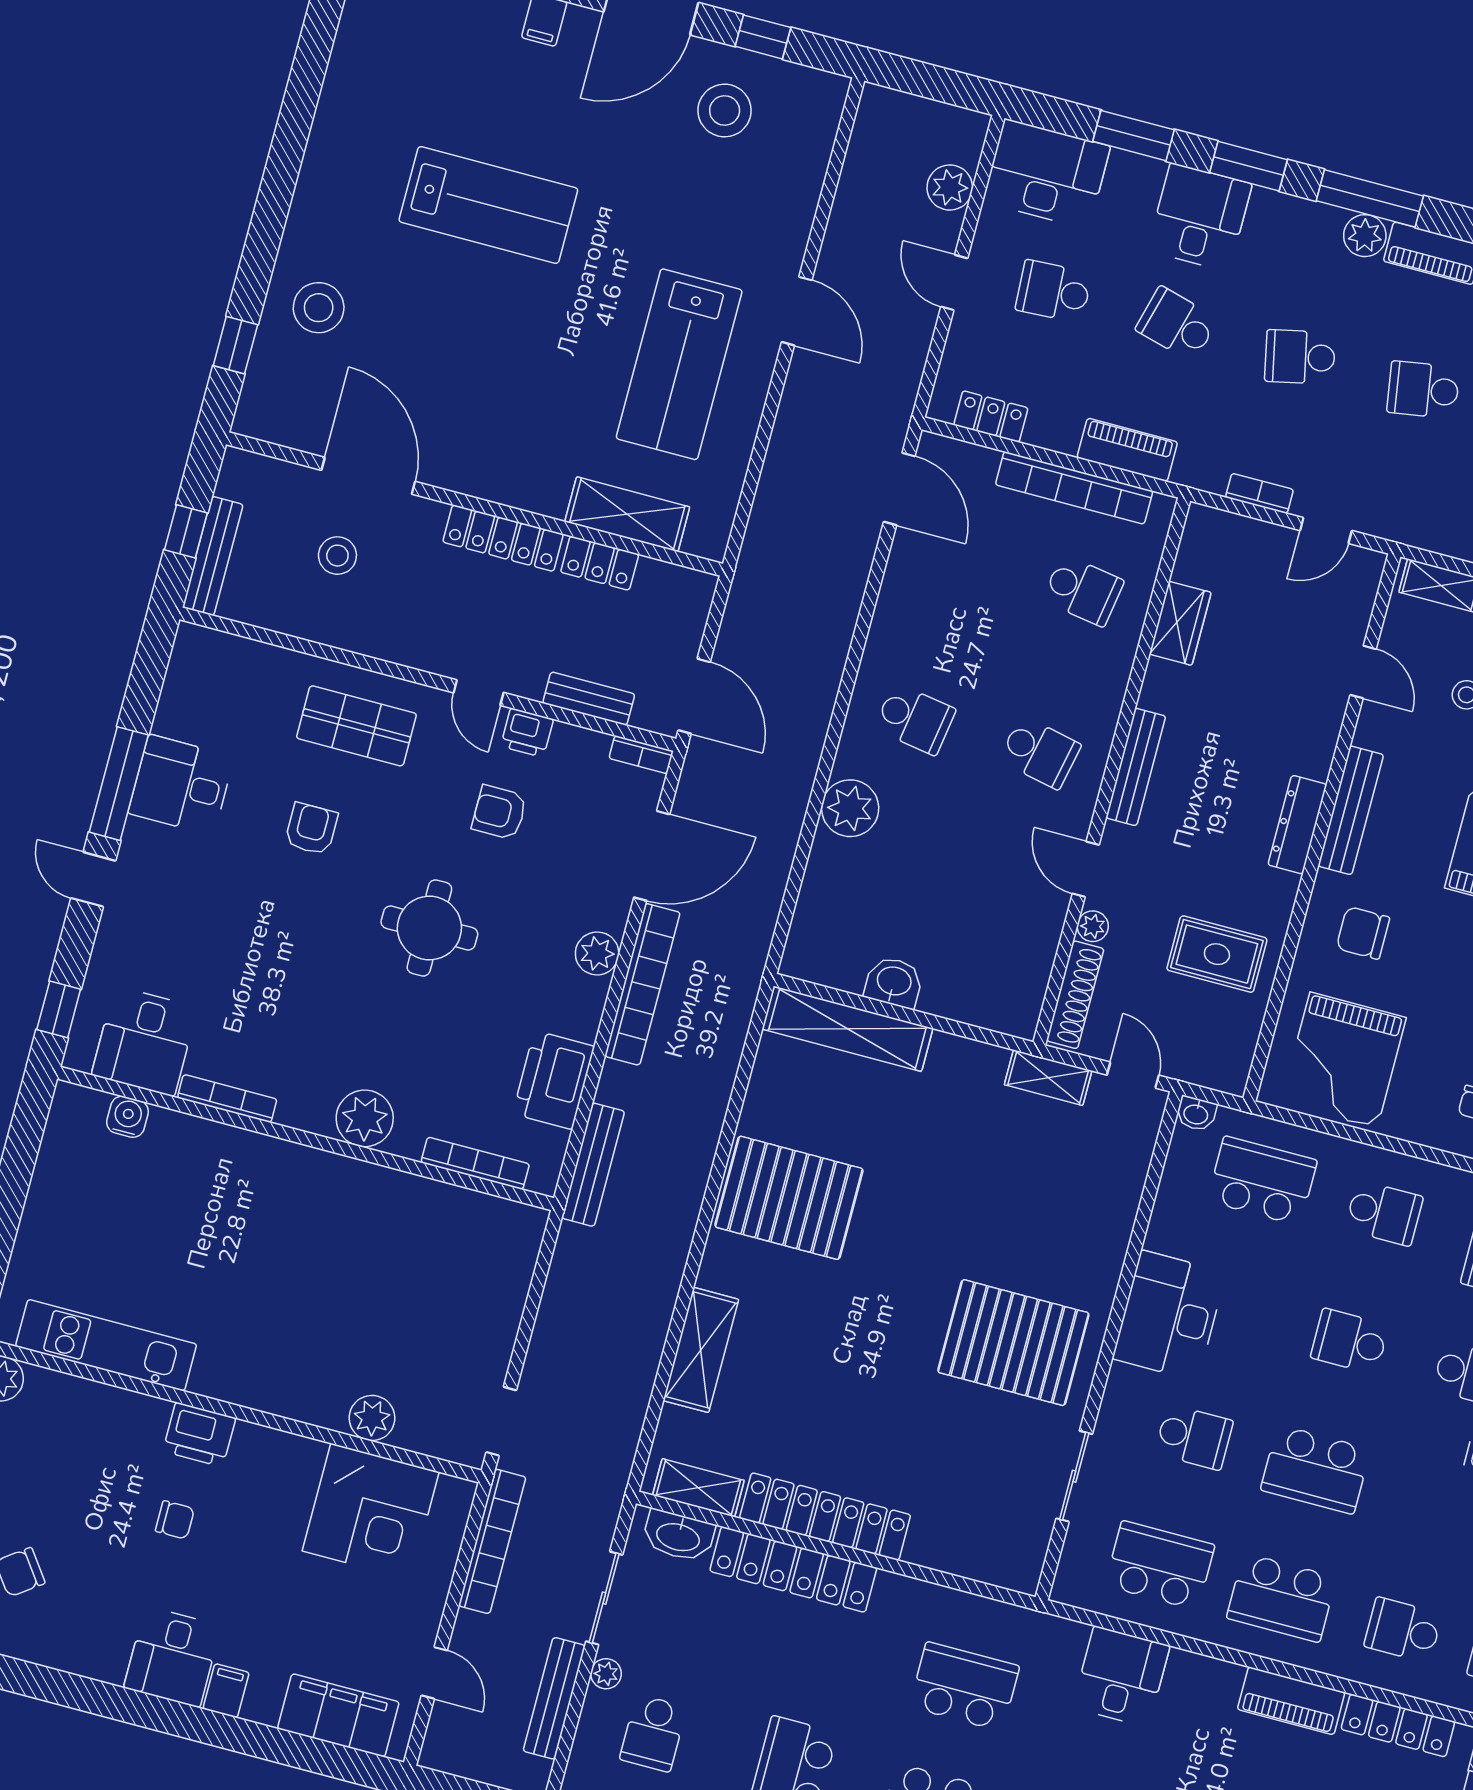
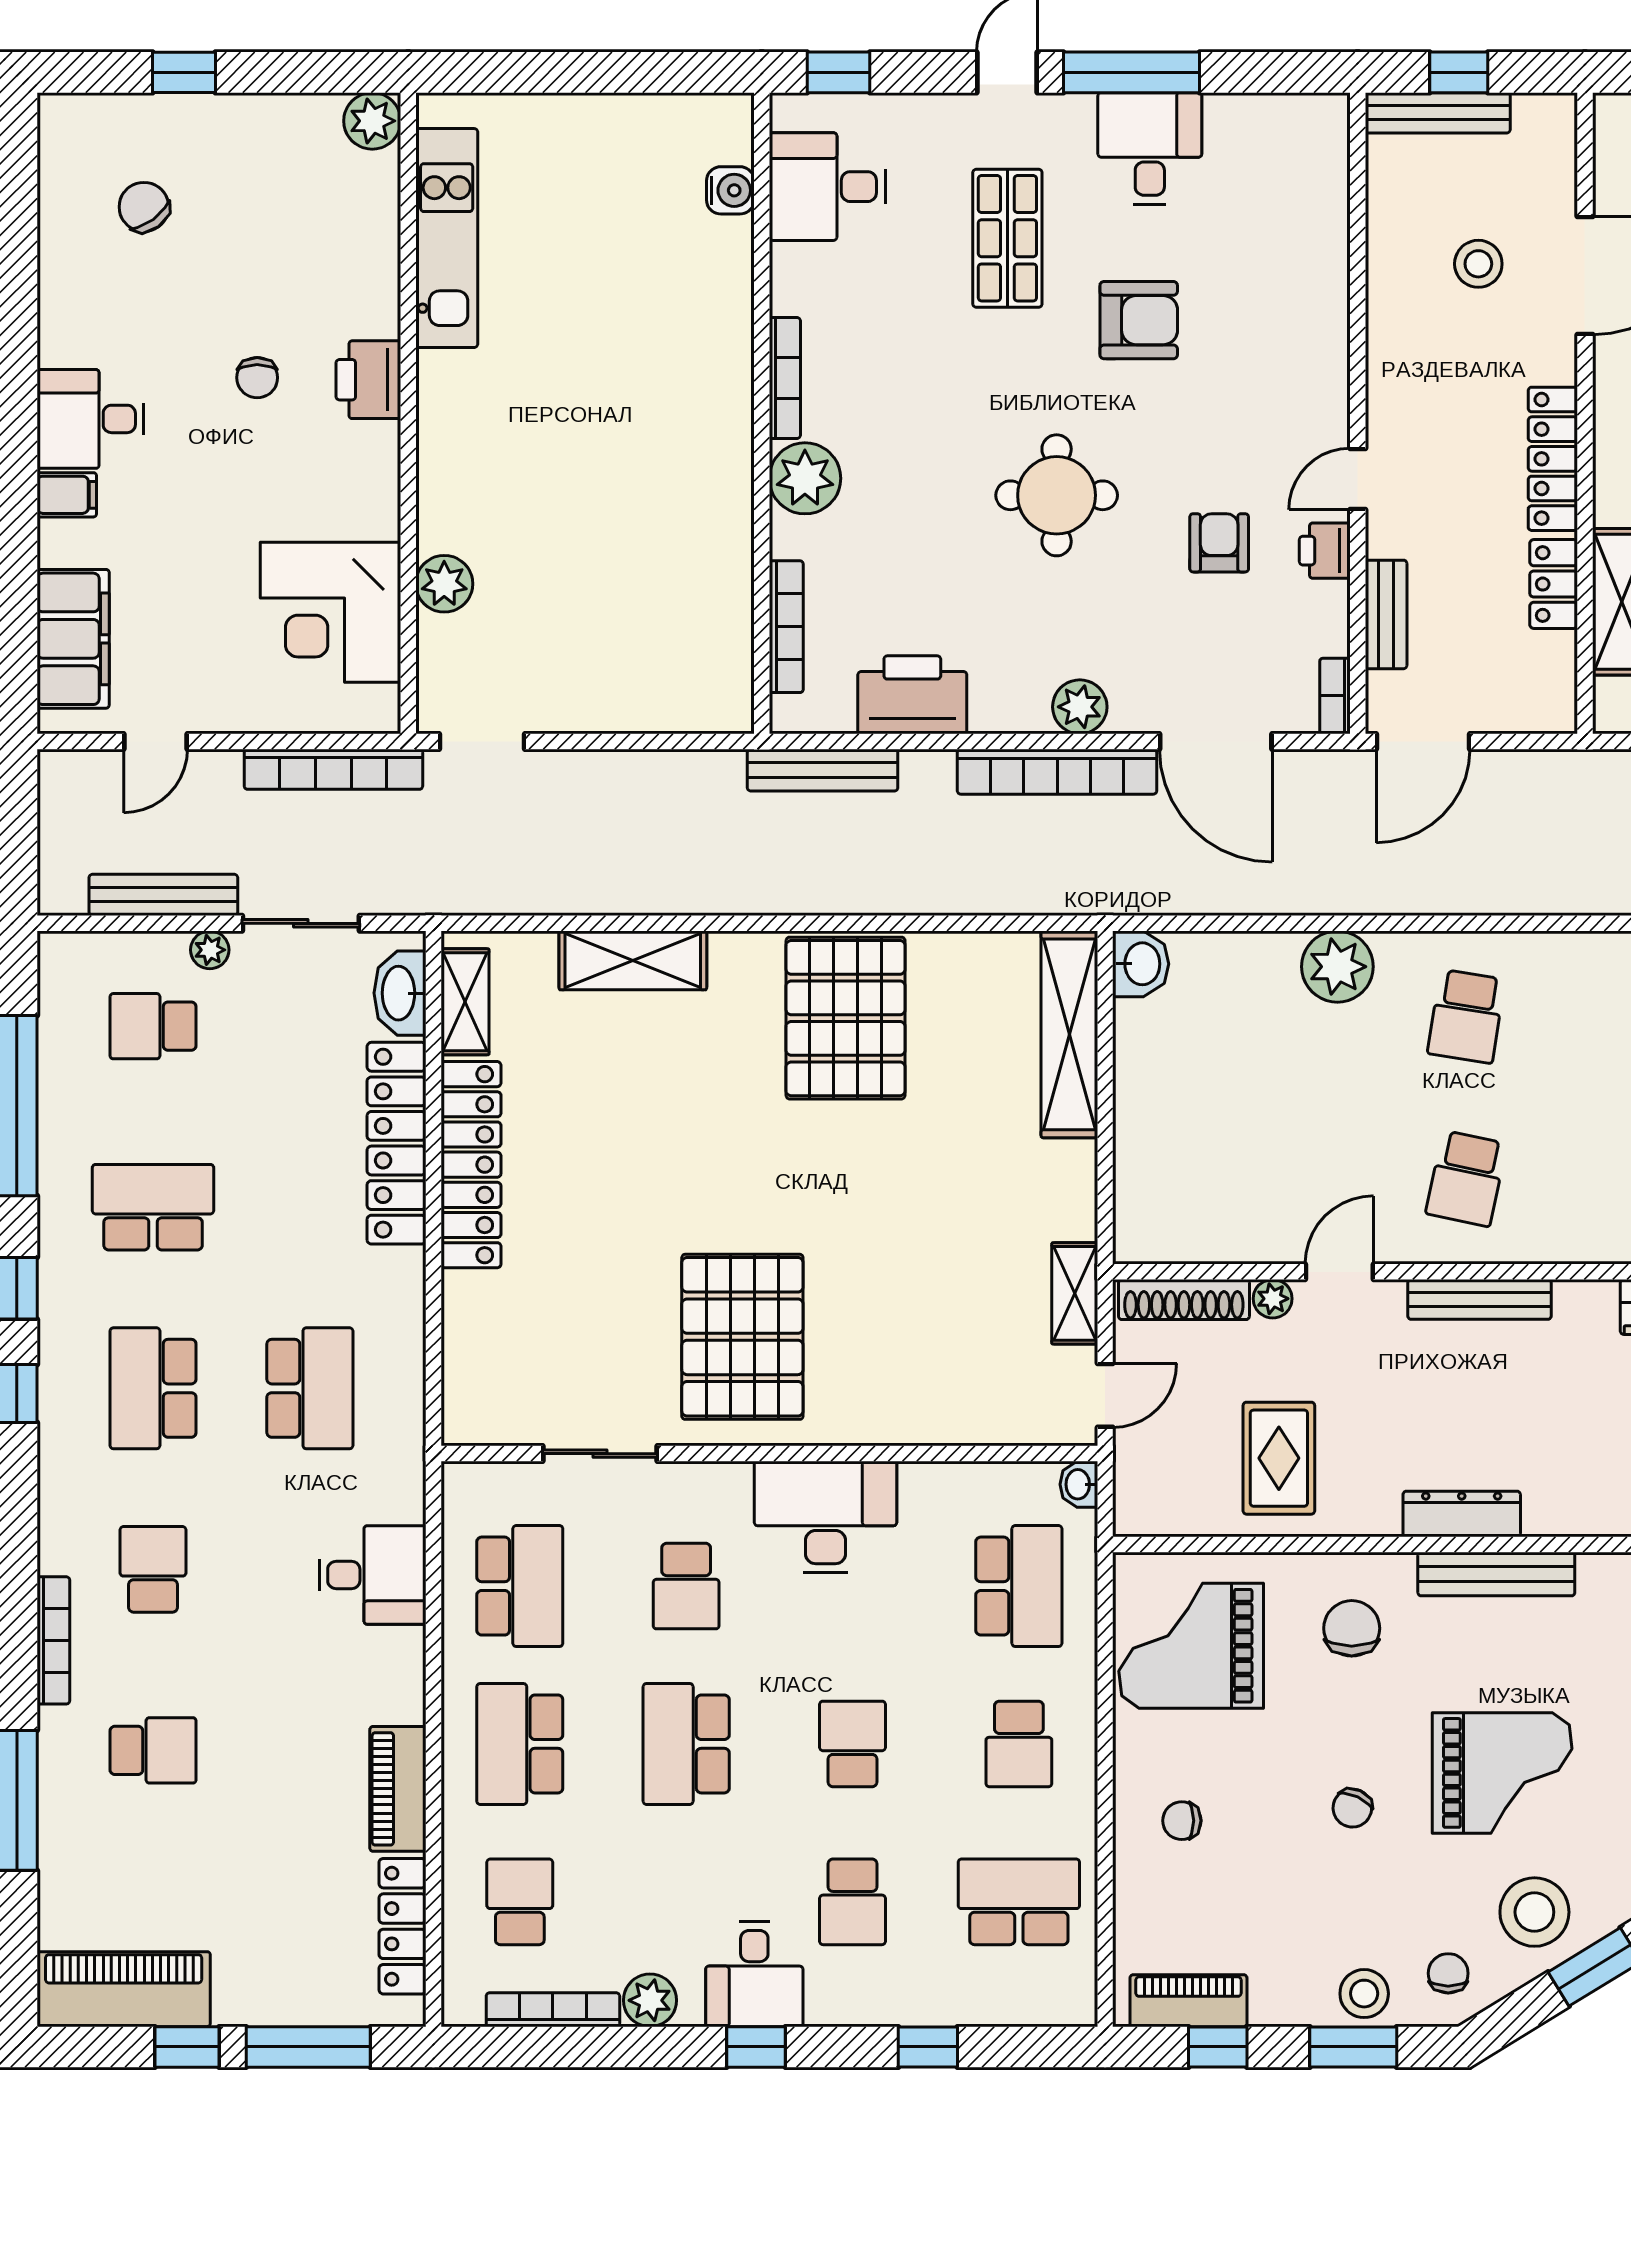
shop shelf: (356, 726) -> (1007, 238), moved
armchair: (311, 829) -> (1139, 320), width x1.38, depth x1.38
washbasin: (894, 982) -> (1141, 964), moved
bookcase: (227, 1098) -> (785, 378), moved

